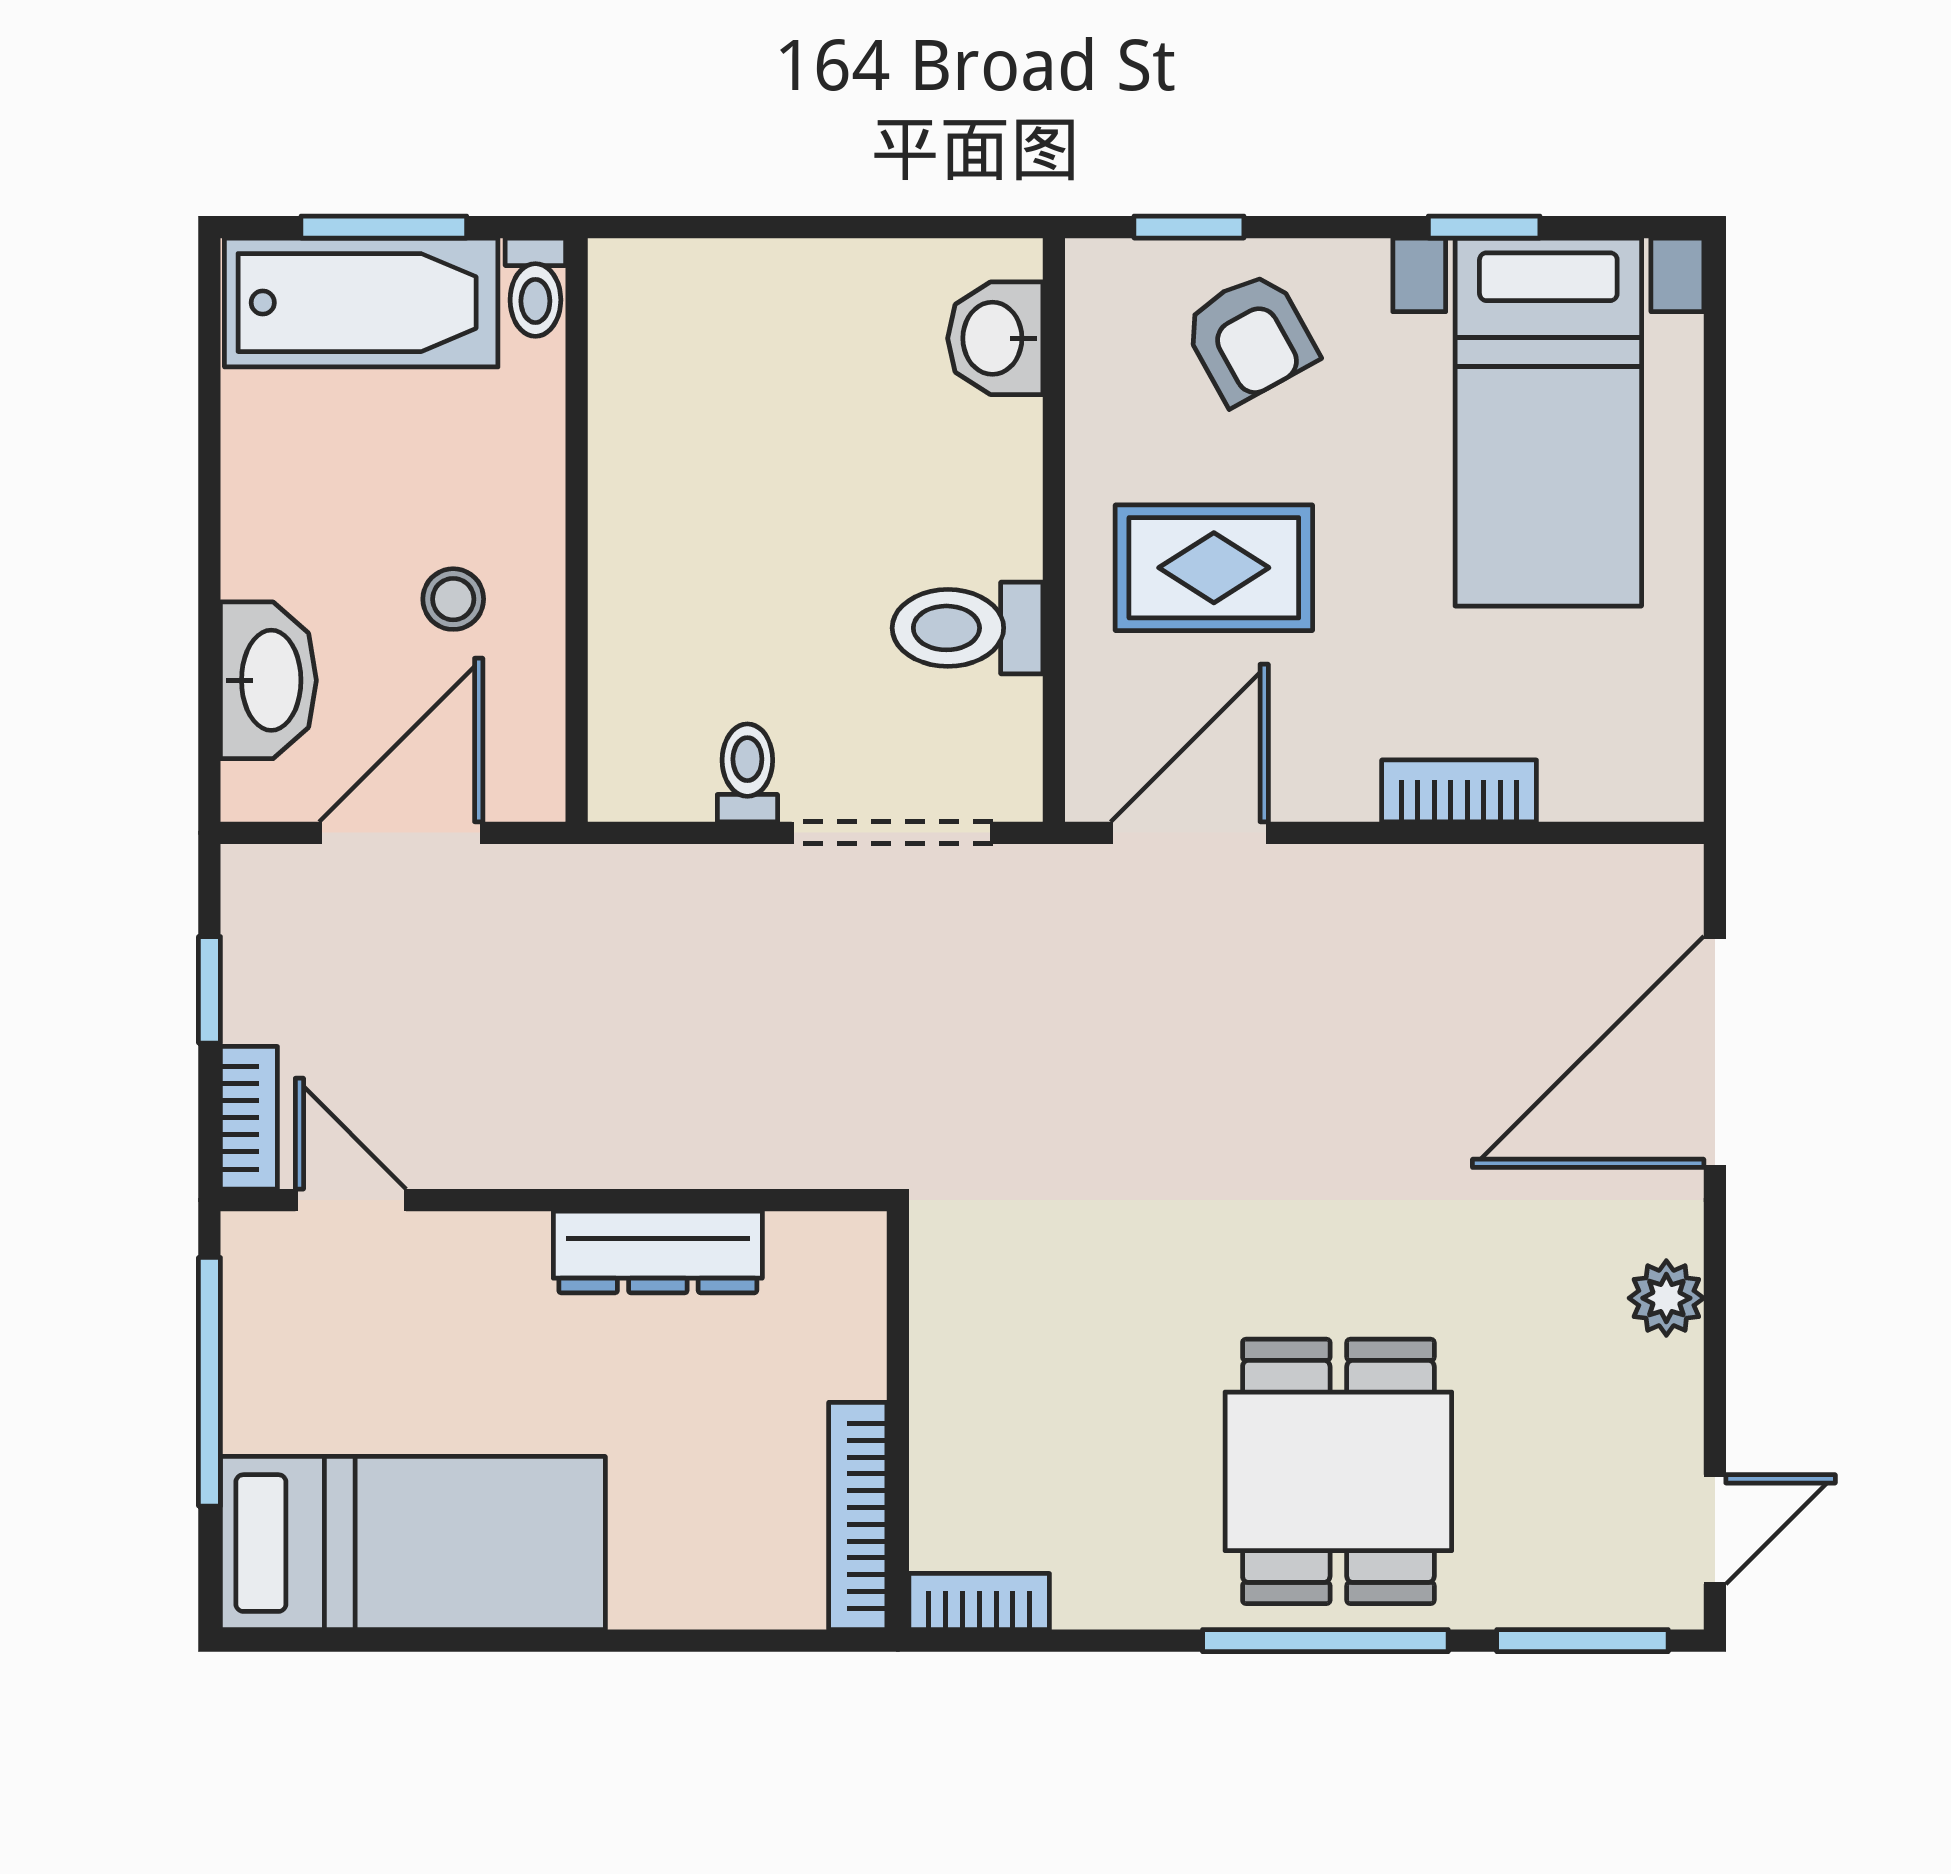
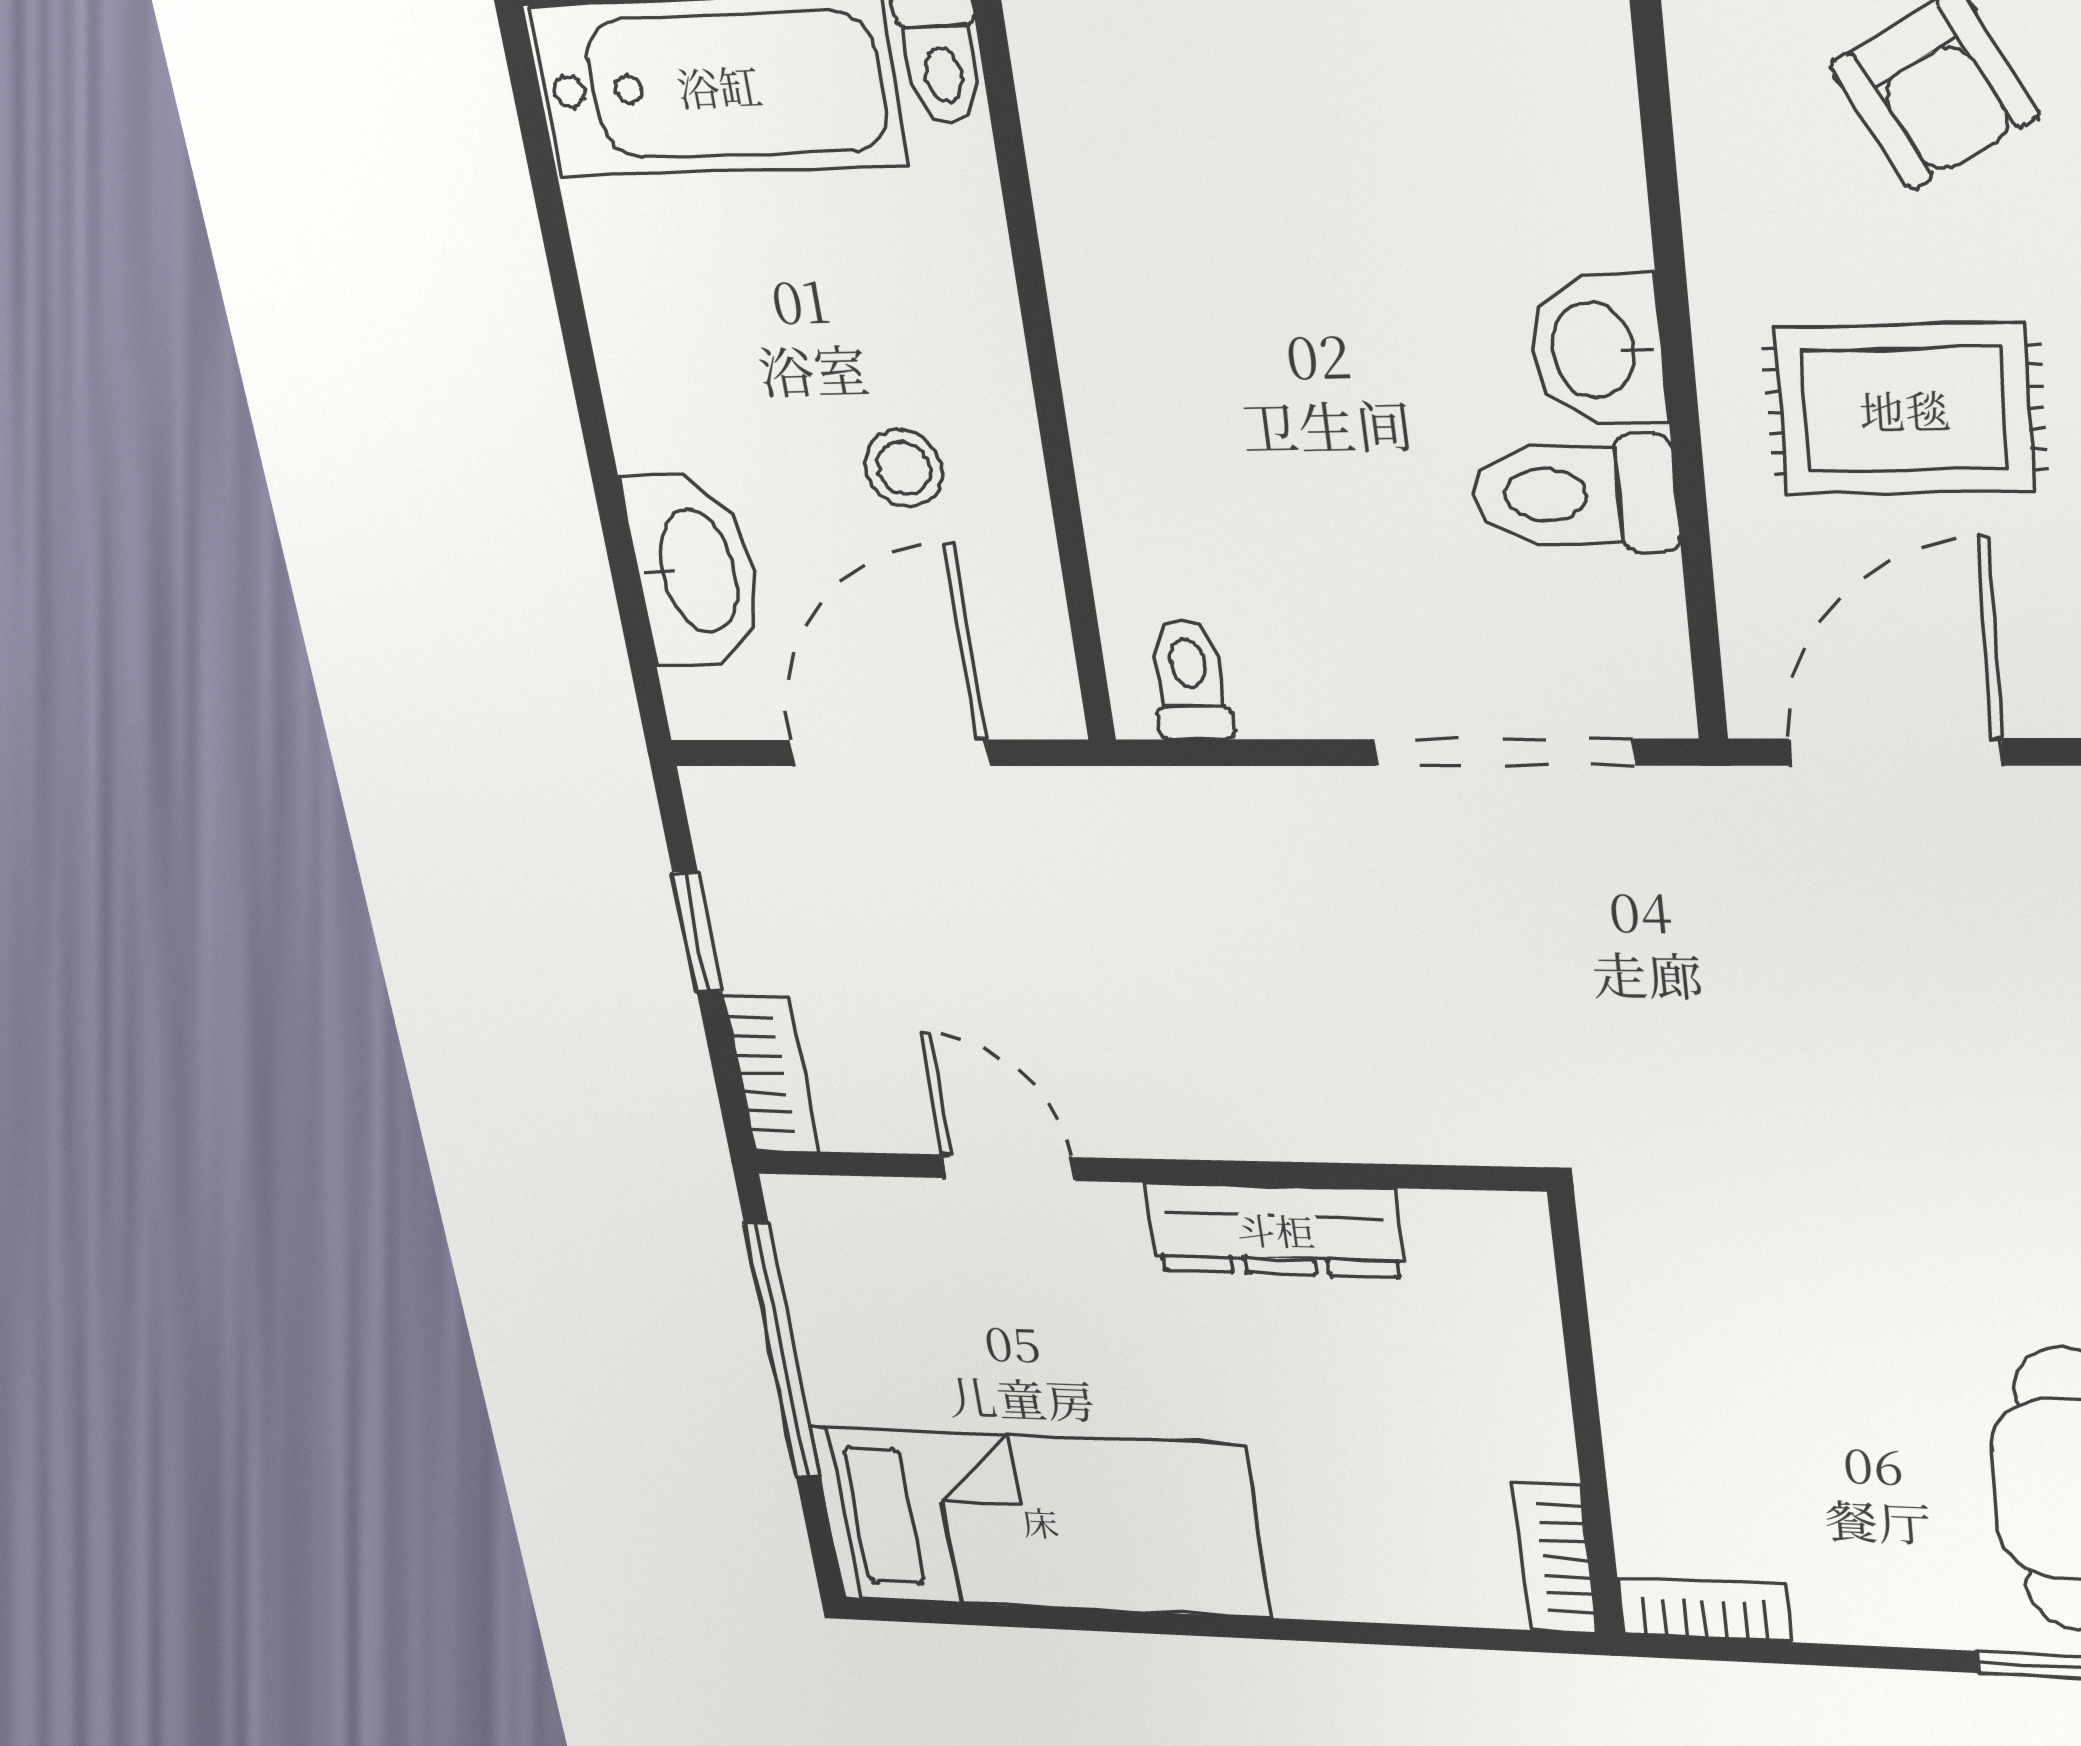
washbasin: (995, 338) -> (1597, 350), moved
toilet: (747, 773) -> (1190, 680), moved
door: (351, 1200) -> (1009, 1168), moved
bookcase: (858, 1516) -> (1555, 1558), width x0.64

